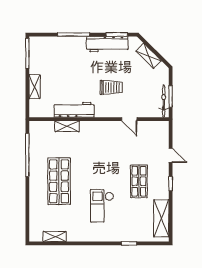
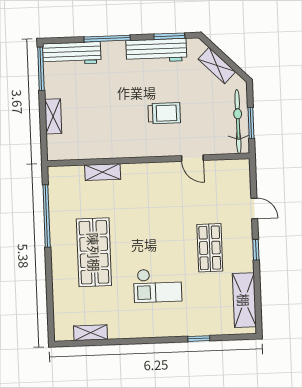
bicycle: (164, 101) -> (238, 122), width x1.37, depth x1.40
workbench: (74, 110) -> (72, 53), moved, turned 180
checkout: (102, 206) -> (158, 285), turned -90

